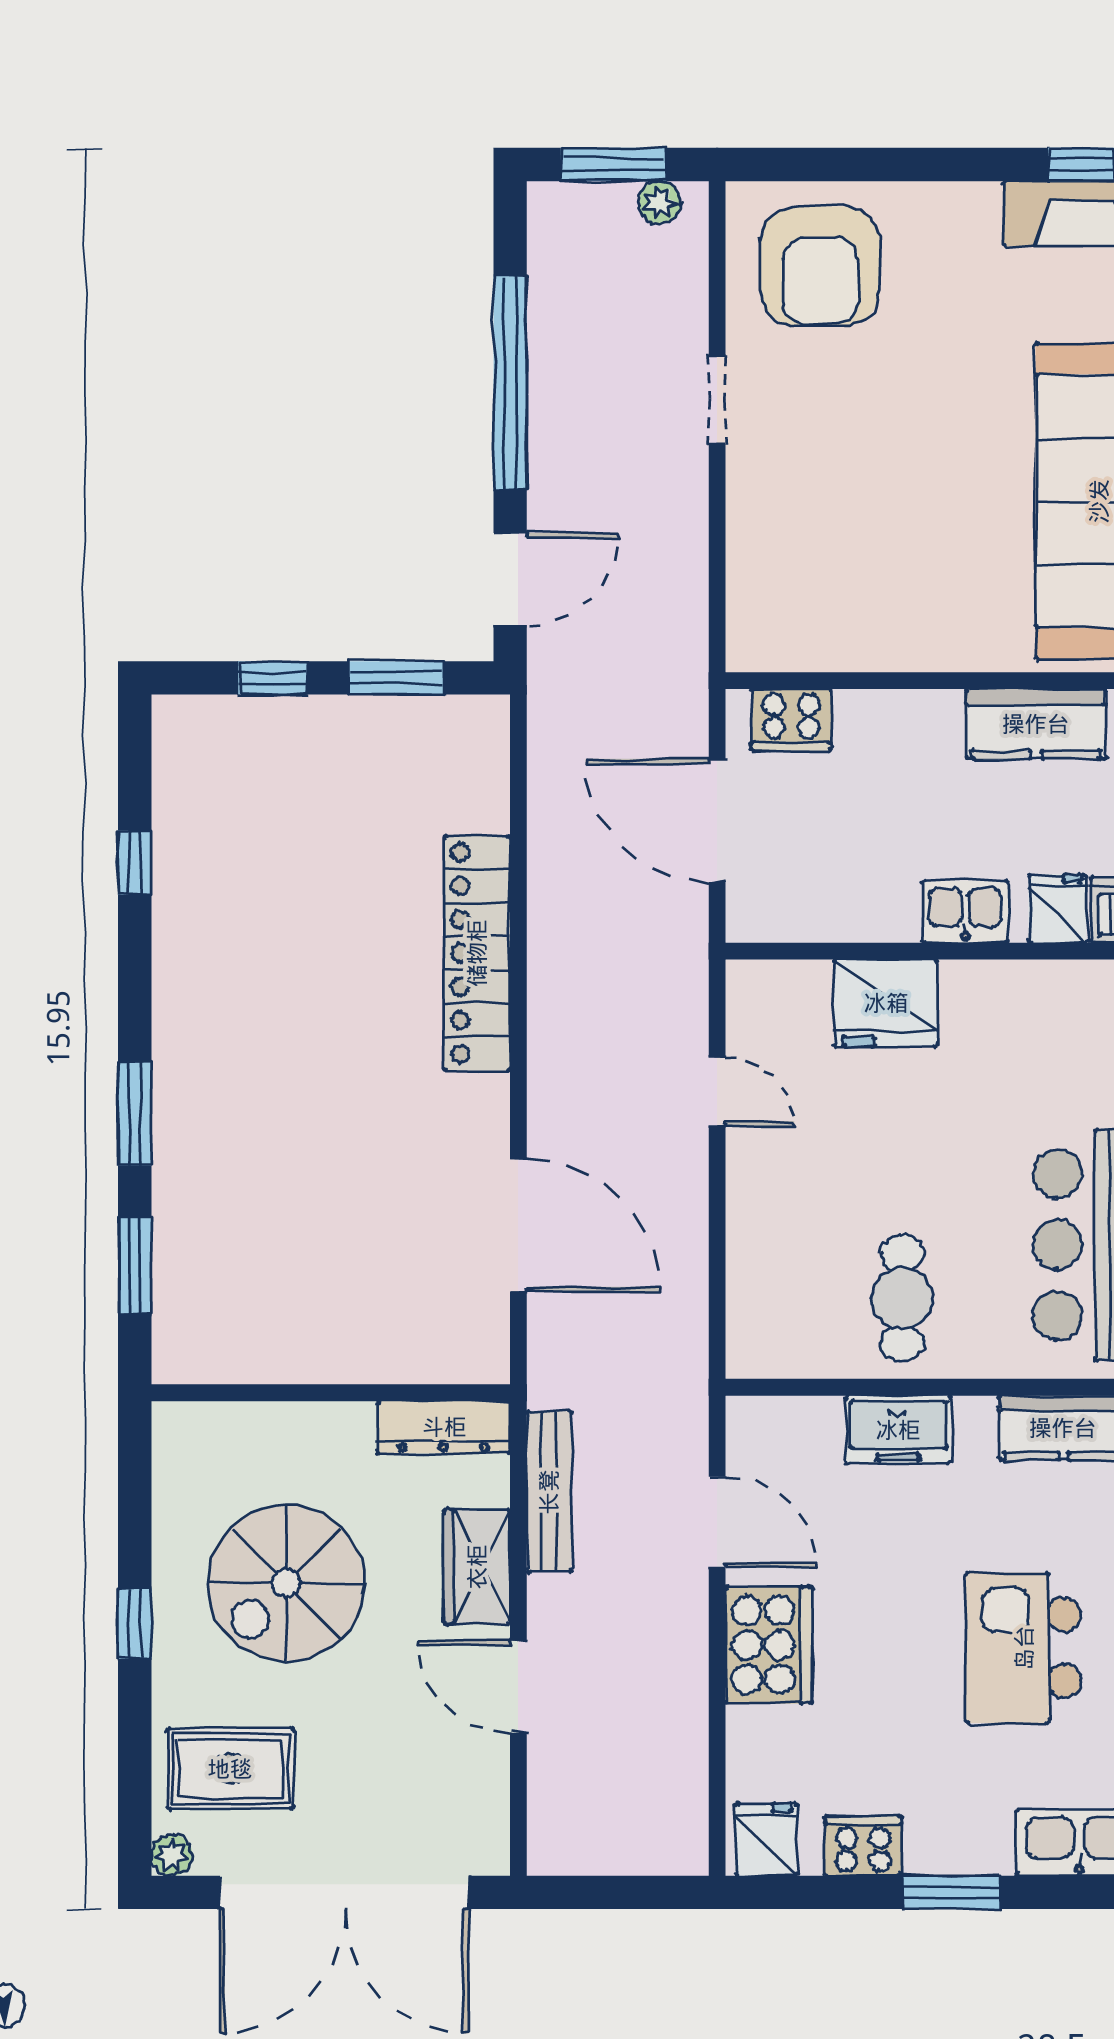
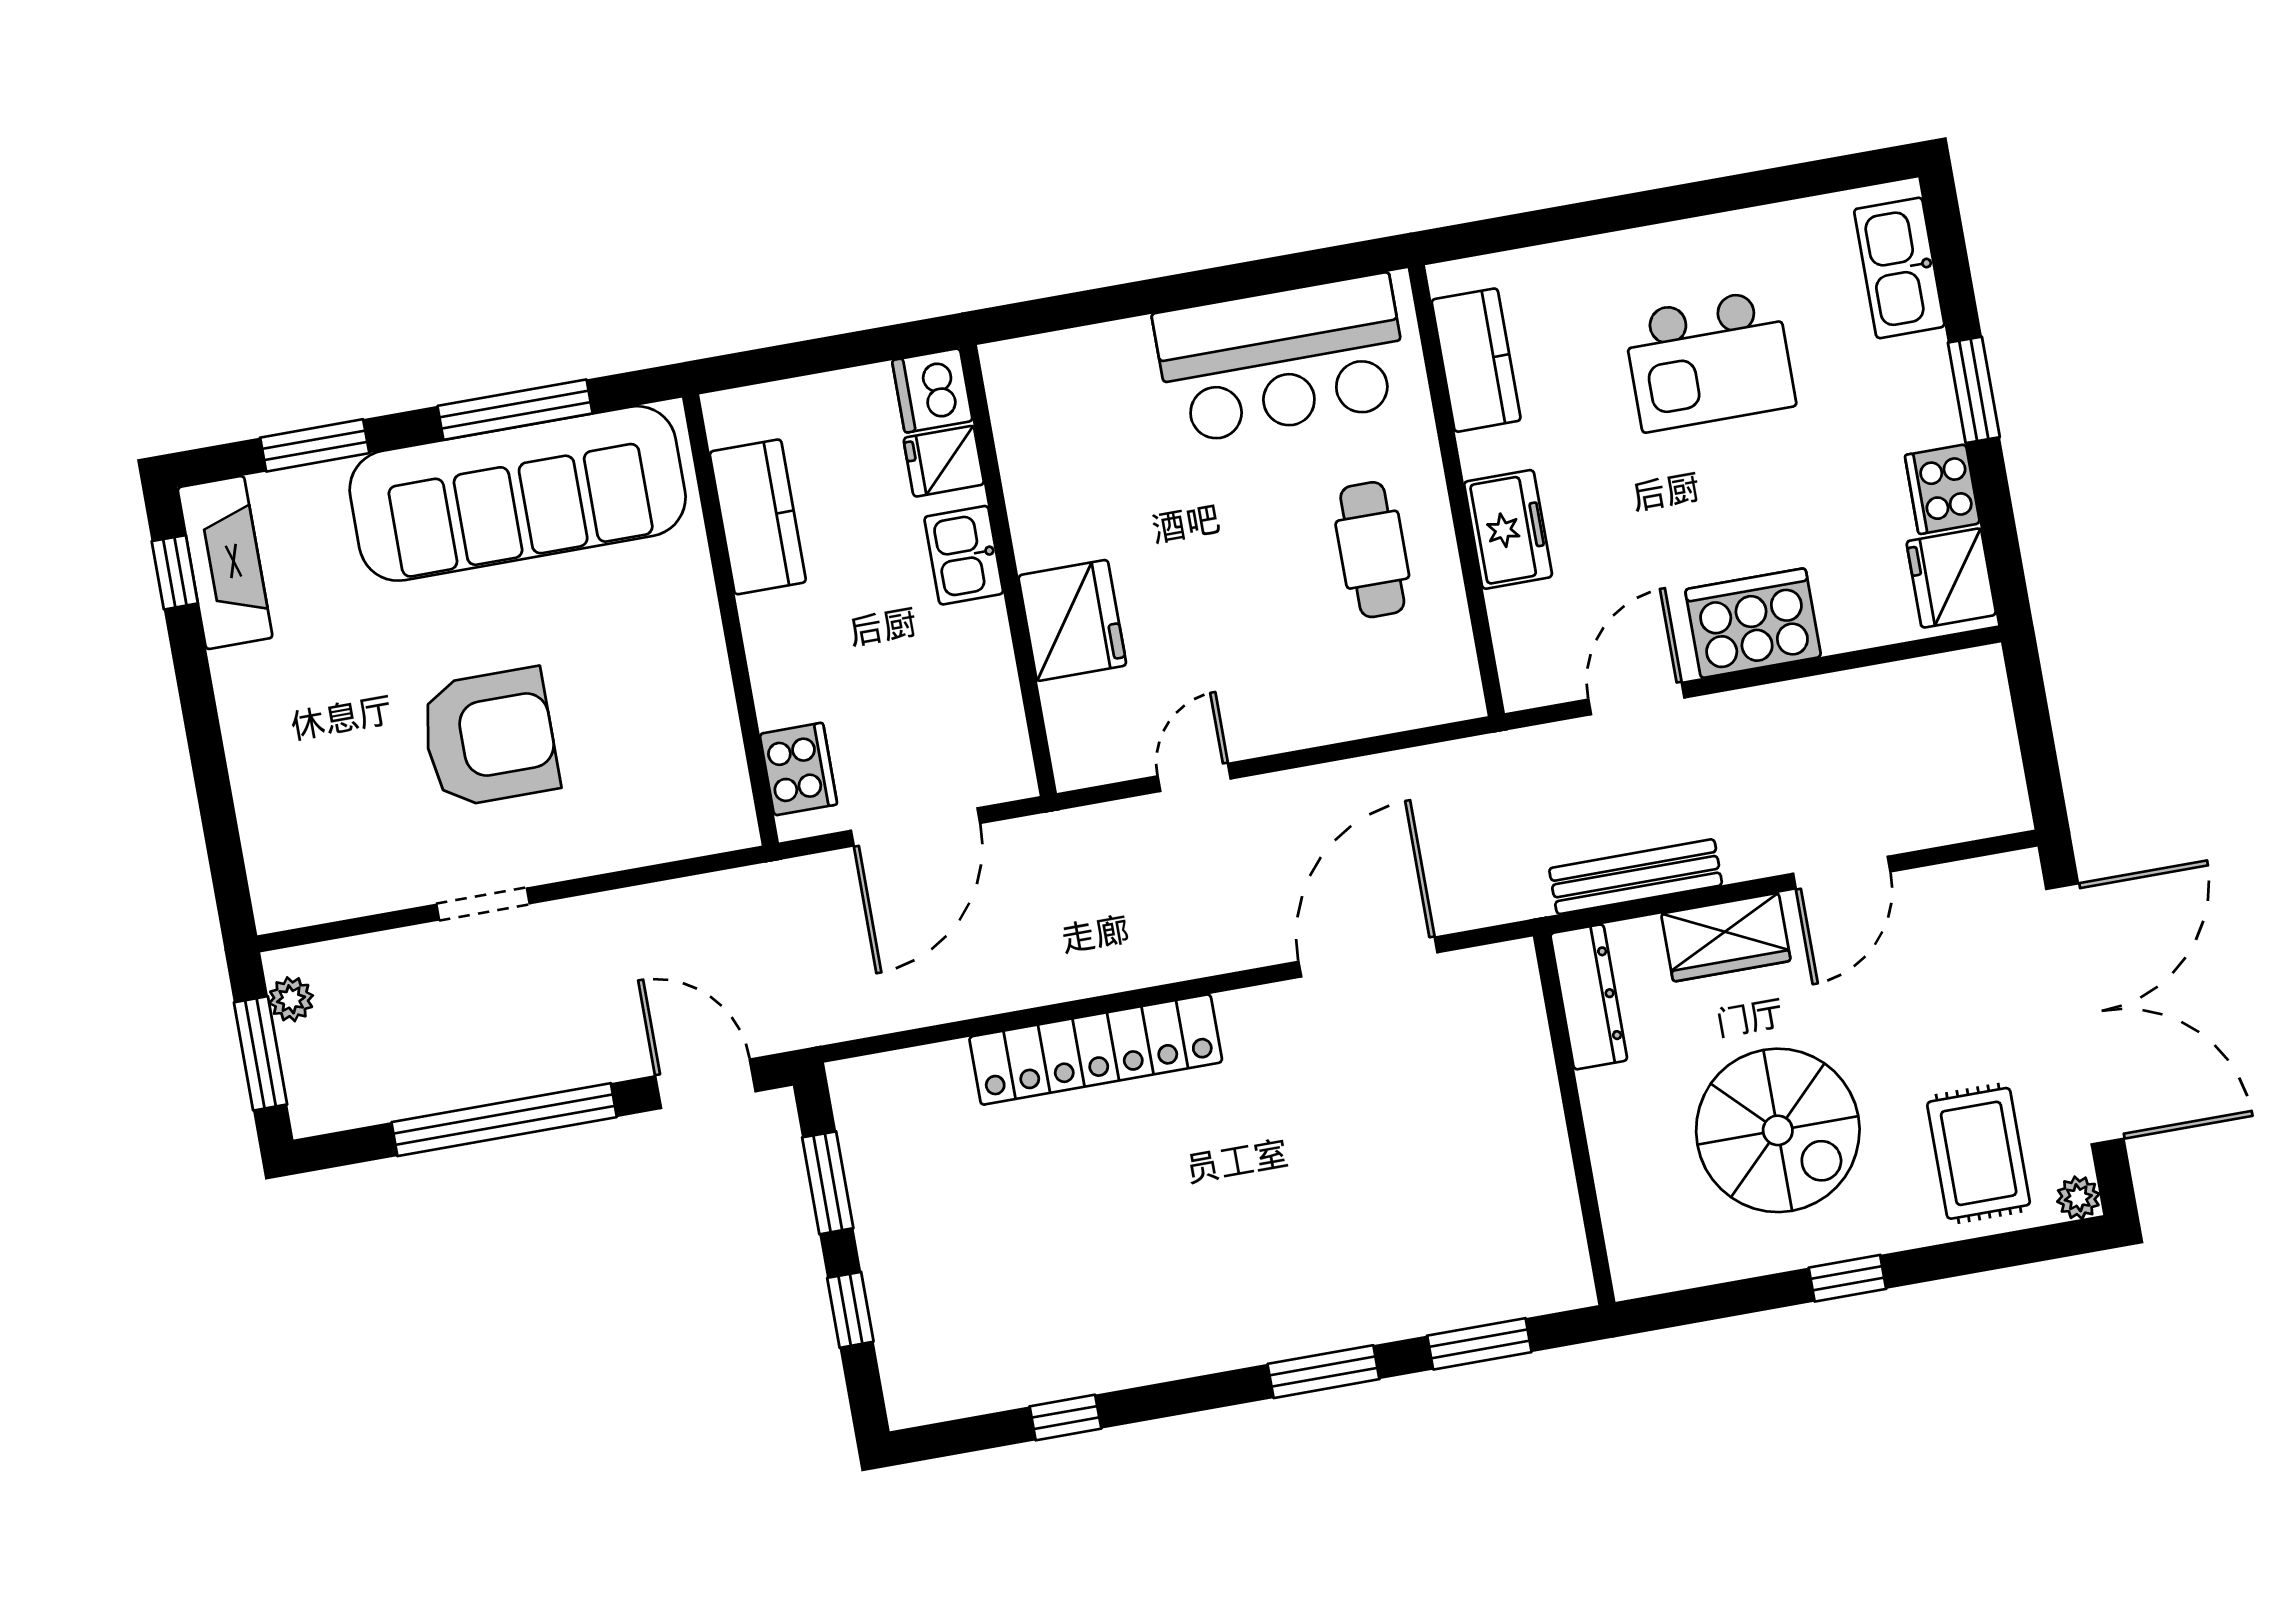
armchair: (820, 266) -> (489, 738), moved
cafe table: (902, 1298) -> (1372, 550), turned 90
fridge: (766, 1839) -> (1951, 578), width x1.38

